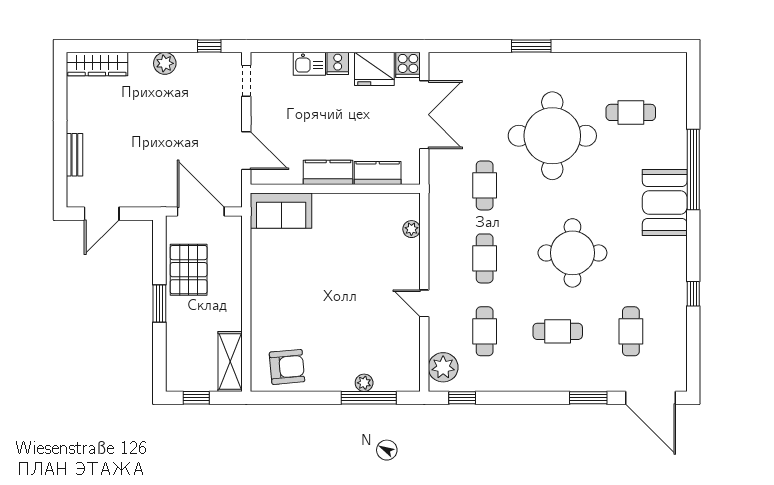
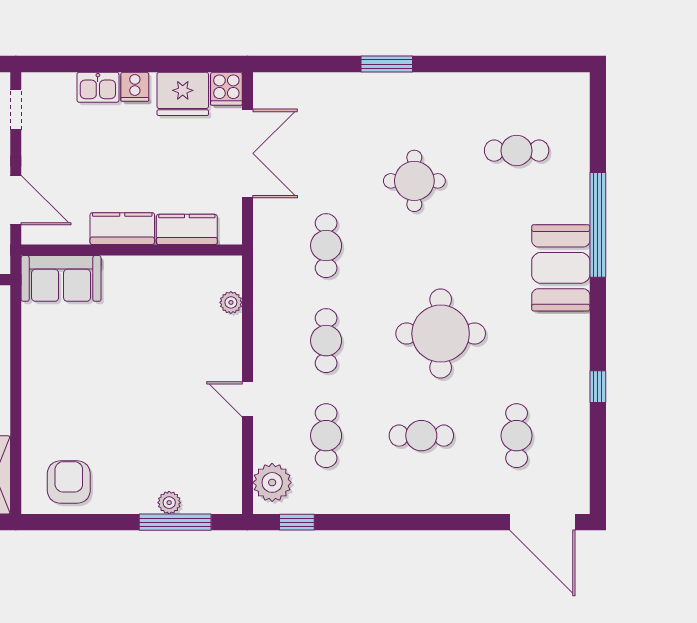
round table: (552, 136) -> (414, 181), width x0.54, depth x0.54
armchair: (287, 367) -> (69, 482), turned -85
window: (588, 398) -> (461, 522), removed

